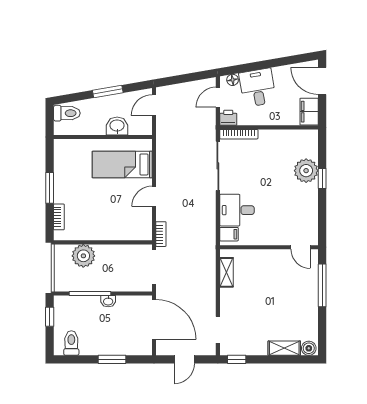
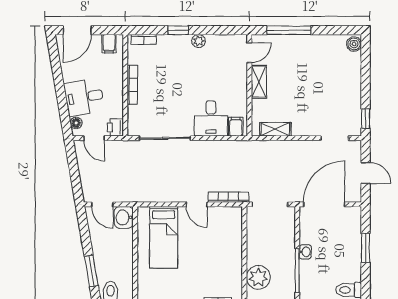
window: (108, 91) -> (91, 271), moved
filing cabinet: (309, 112) -> (109, 44), width x0.50
washbasin: (117, 126) -> (124, 217), moved
bookcase: (239, 134) -> (132, 85), moved
bookcase: (313, 145) -> (144, 39), added
plant: (306, 171) -> (199, 41), moved, width x0.53, depth x0.53
bookcase: (161, 234) -> (228, 197), width x1.56
shelving: (284, 348) -> (259, 82), moved

